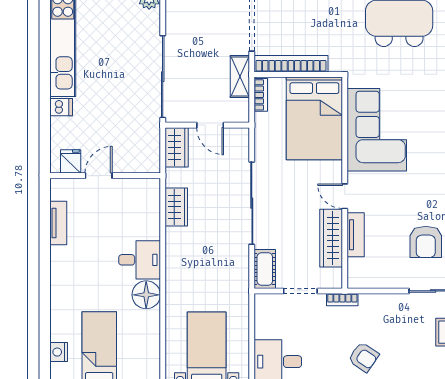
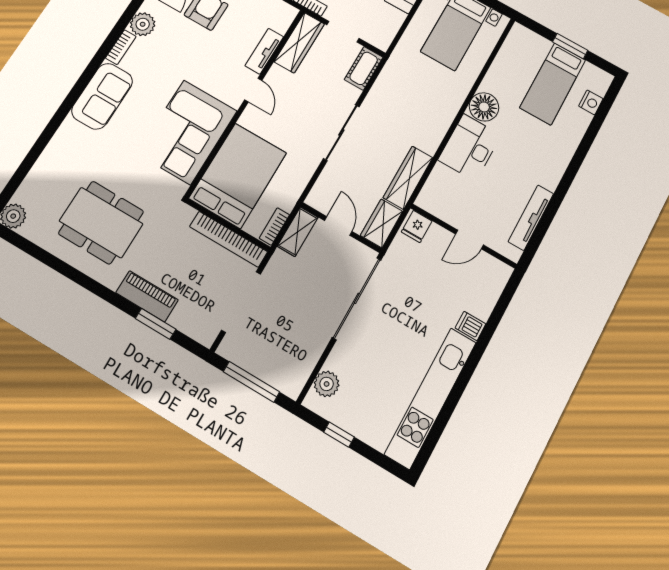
shelving: (240, 77) -> (298, 232), moved
fridge: (71, 161) -> (417, 226), moved
sliding door: (252, 203) -> (341, 133), width x0.73
wardrobe: (176, 207) -> (408, 178), width x1.50
tv unit: (58, 223) -> (531, 218), width x1.41
wardrobe: (331, 238) -> (299, 43), moved
desk: (140, 260) -> (470, 147), width x1.37

